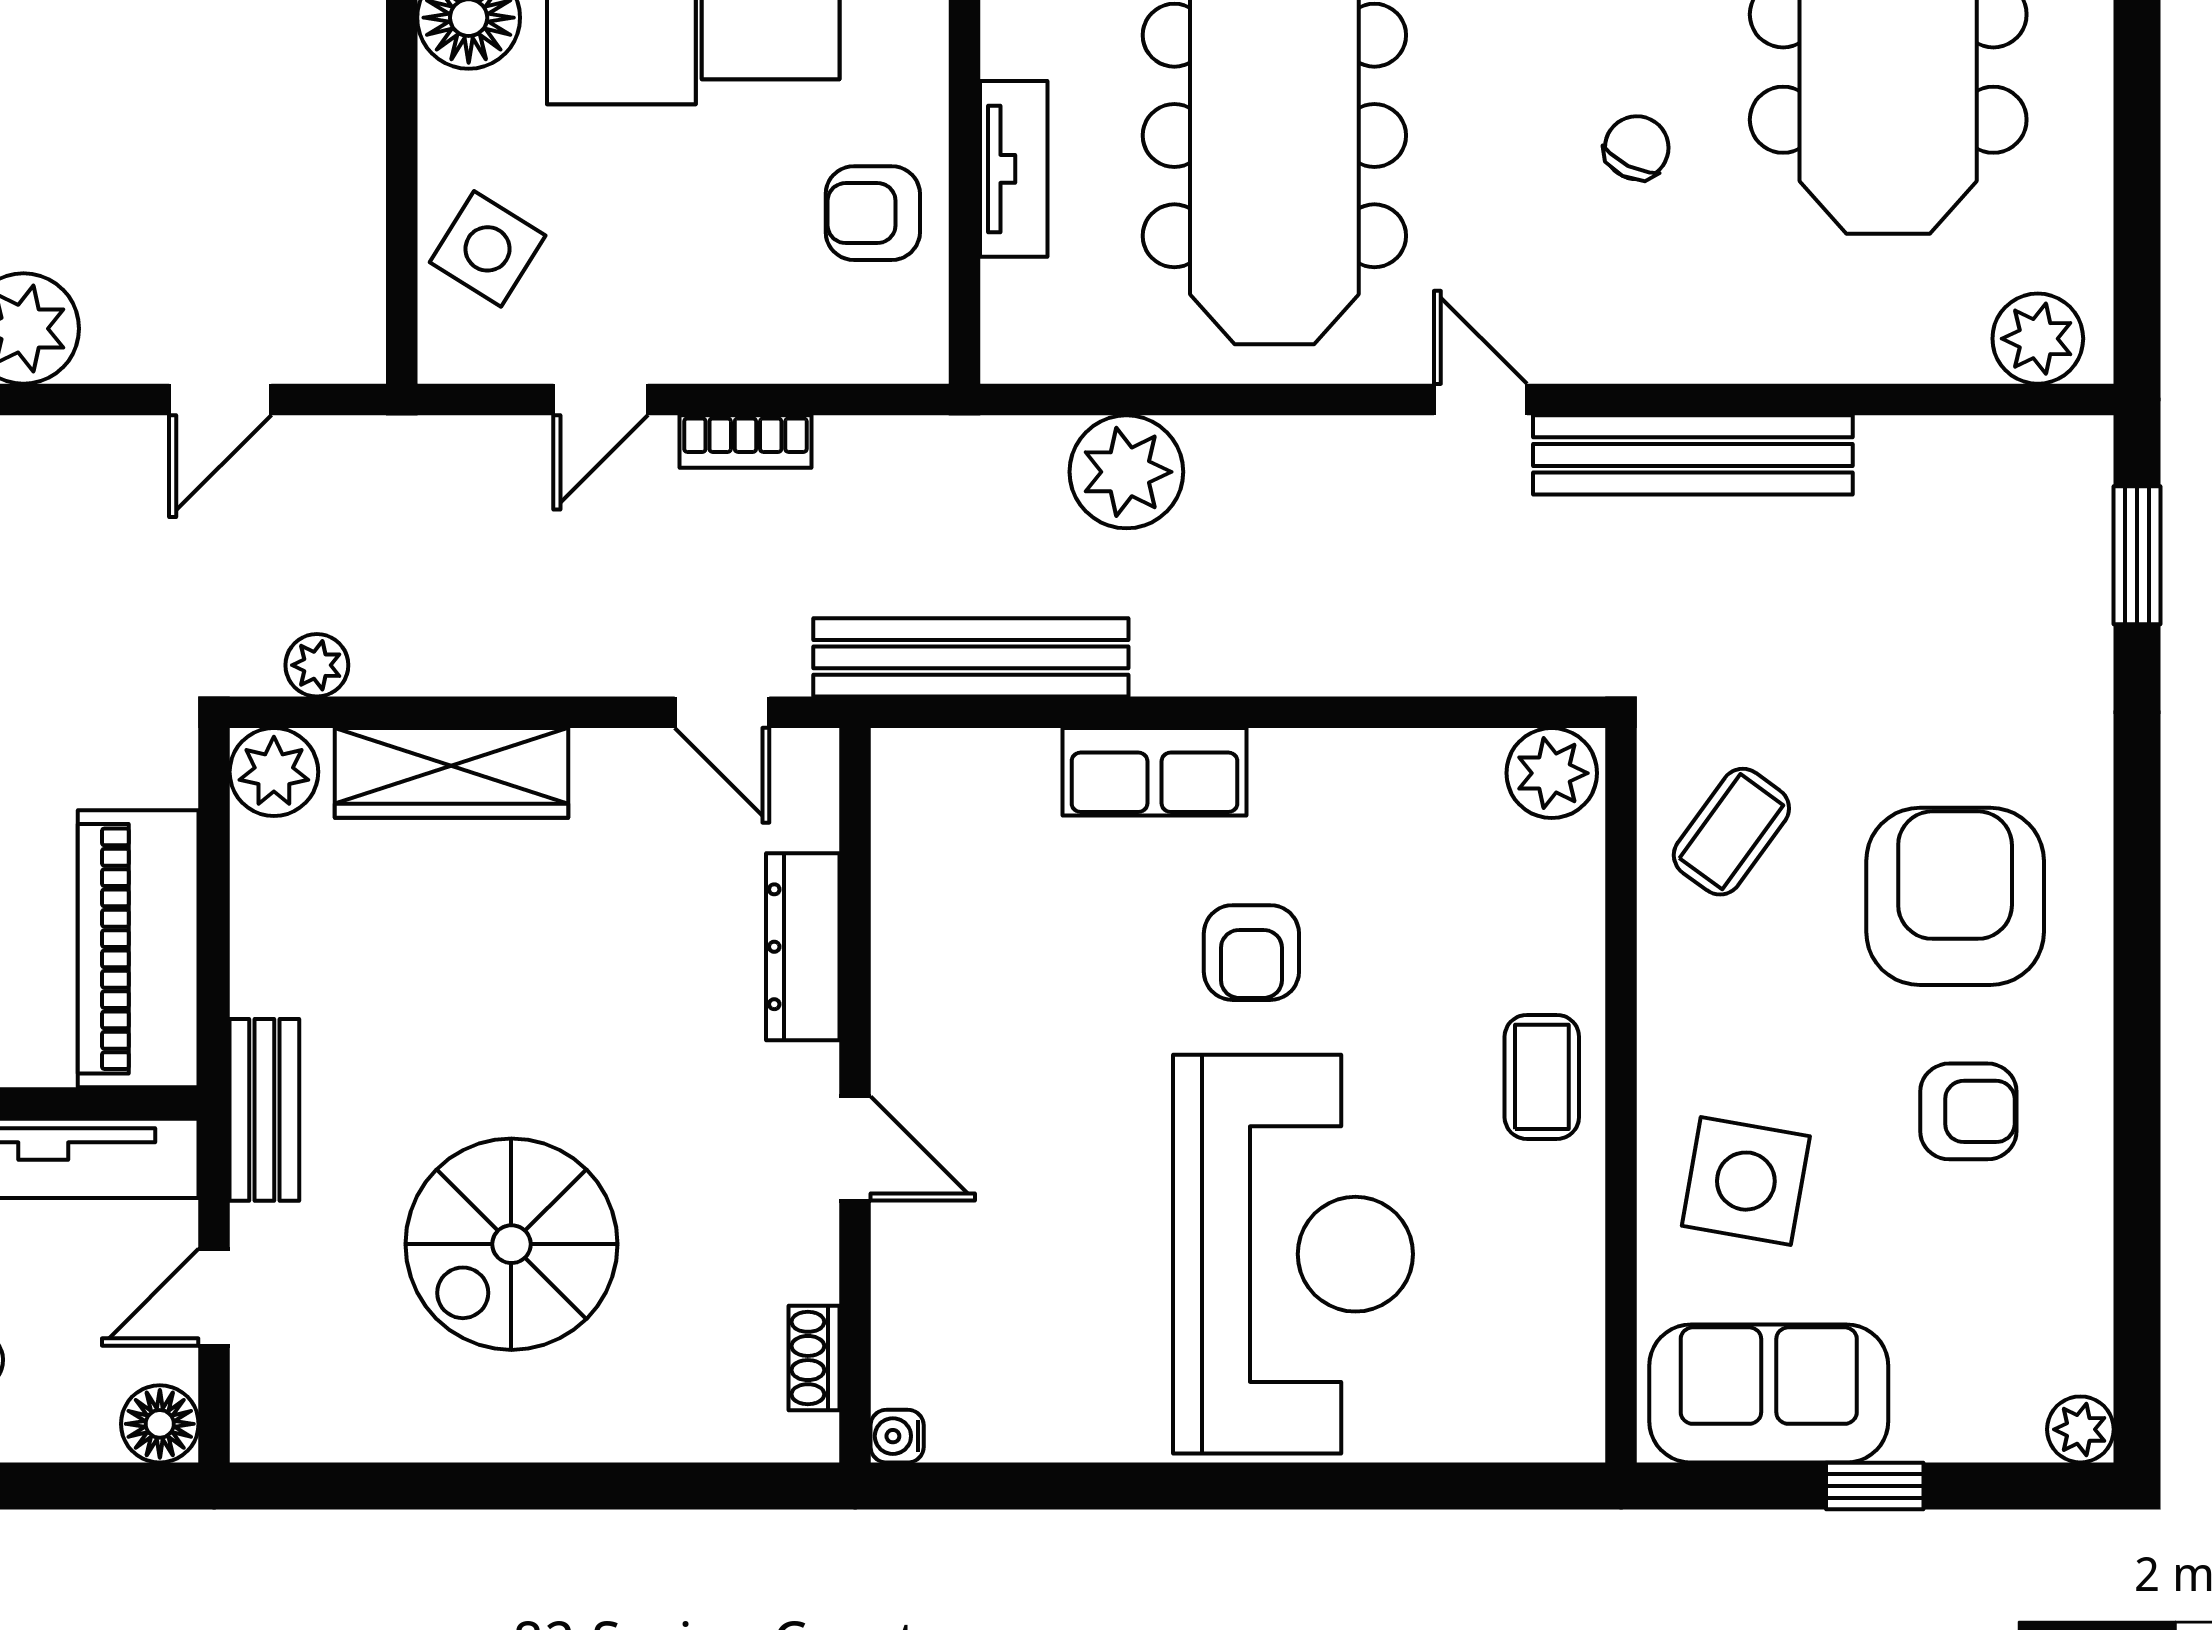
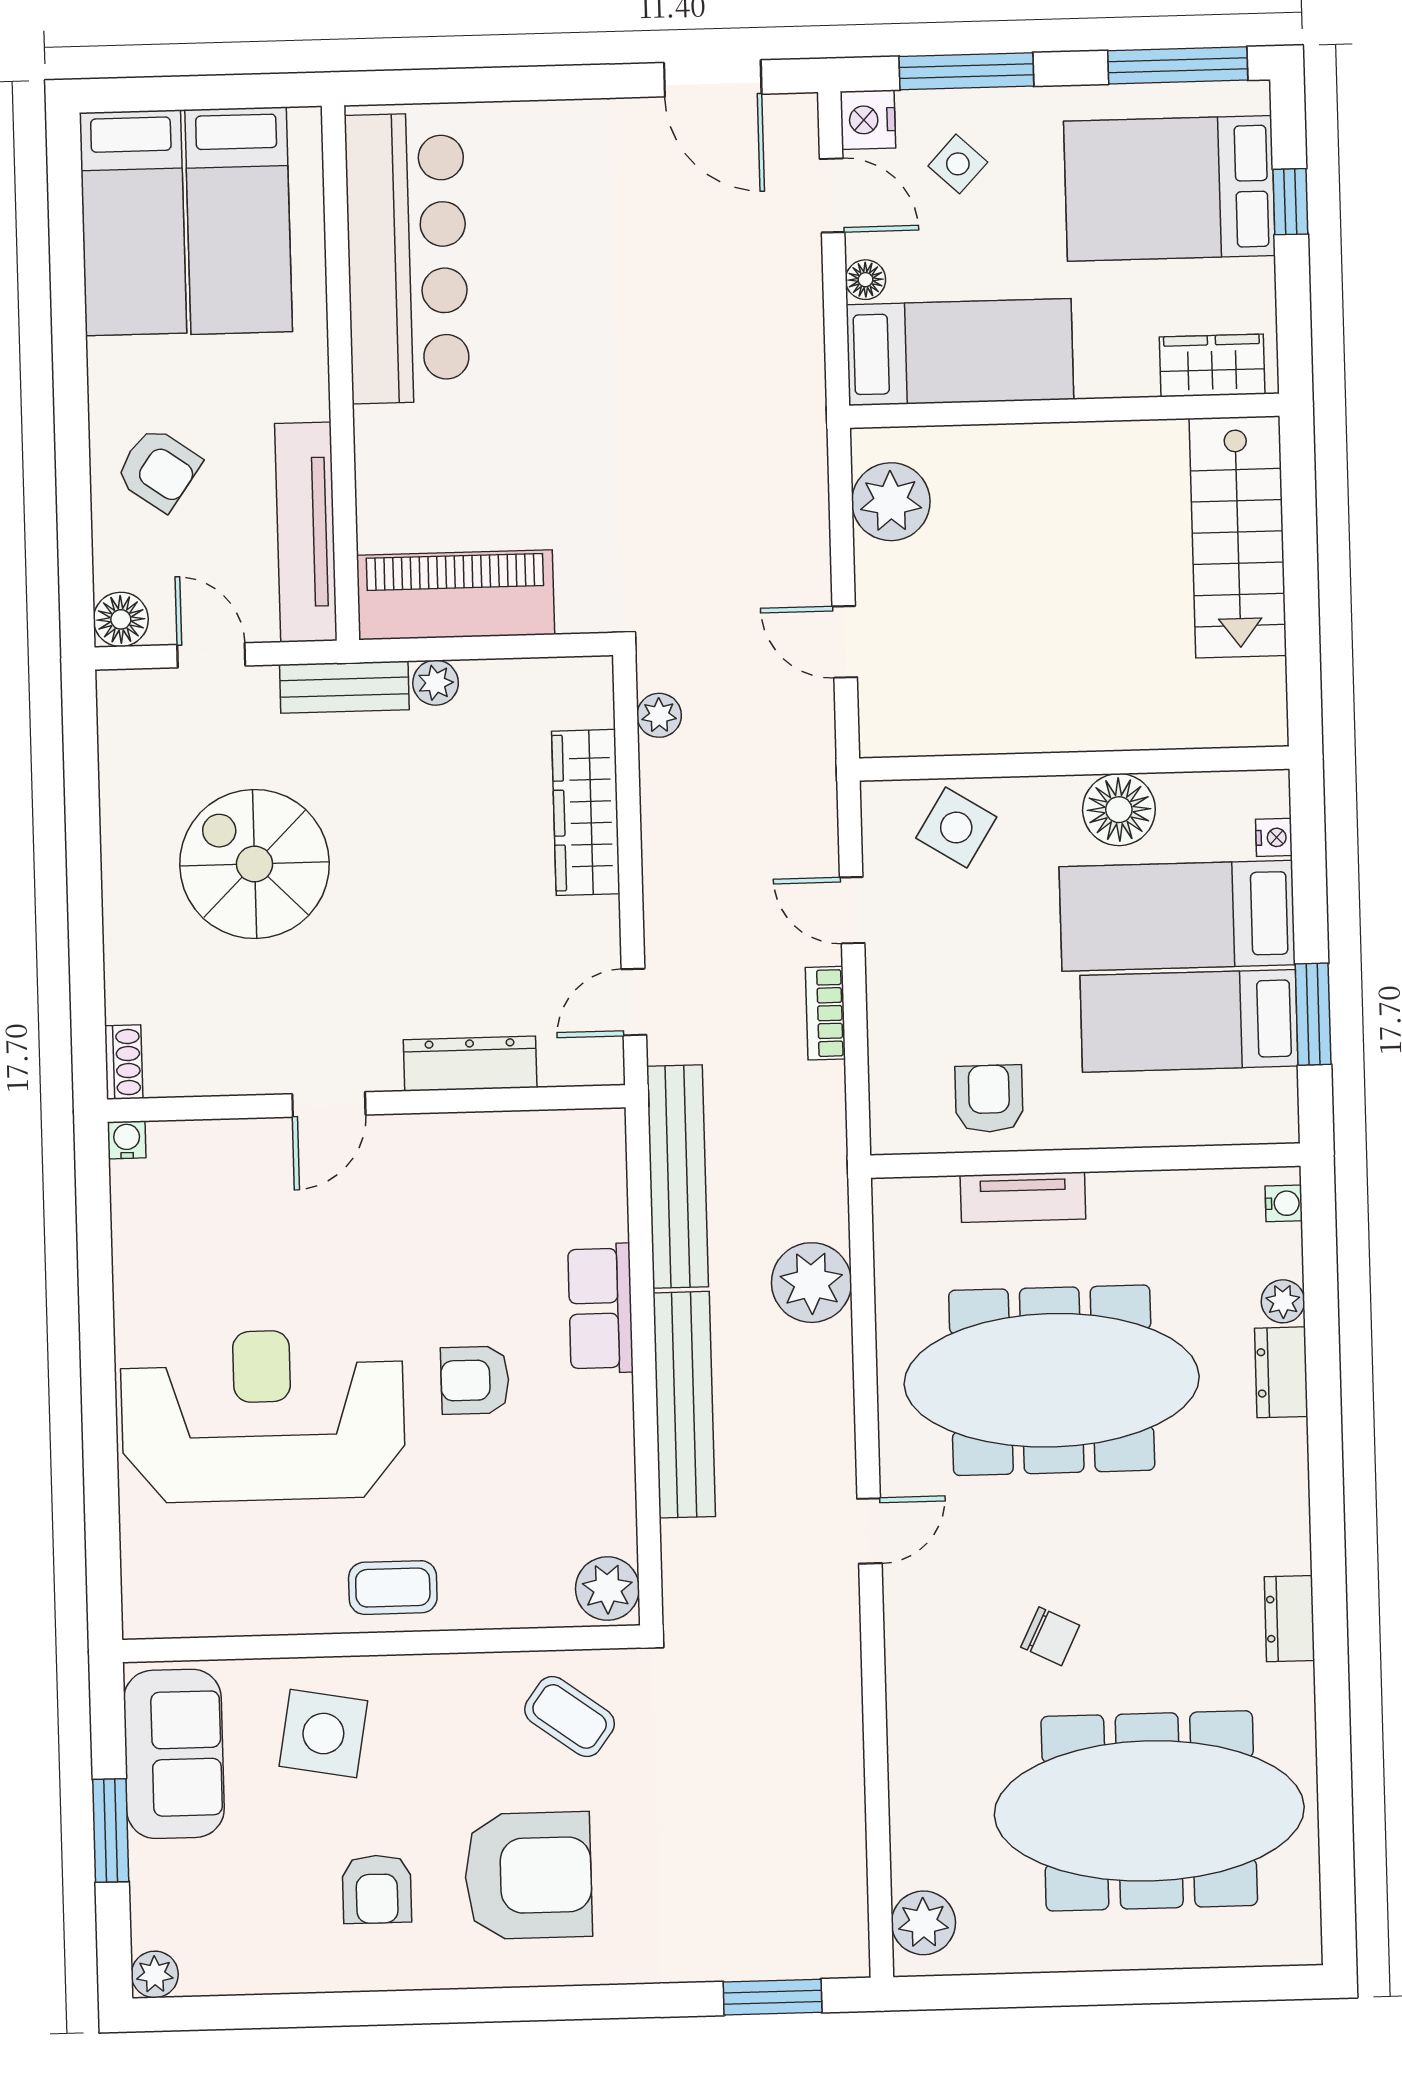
bench: (1693, 455) -> (684, 1405), moved
plant: (274, 772) -> (436, 683), moved, width x0.73, depth x0.73
reception desk: (1293, 1254) -> (263, 1416), turned 180
shoe rack: (814, 1358) -> (124, 1062), moved, turned 90
window: (1875, 1486) -> (111, 1830), width x1.50

